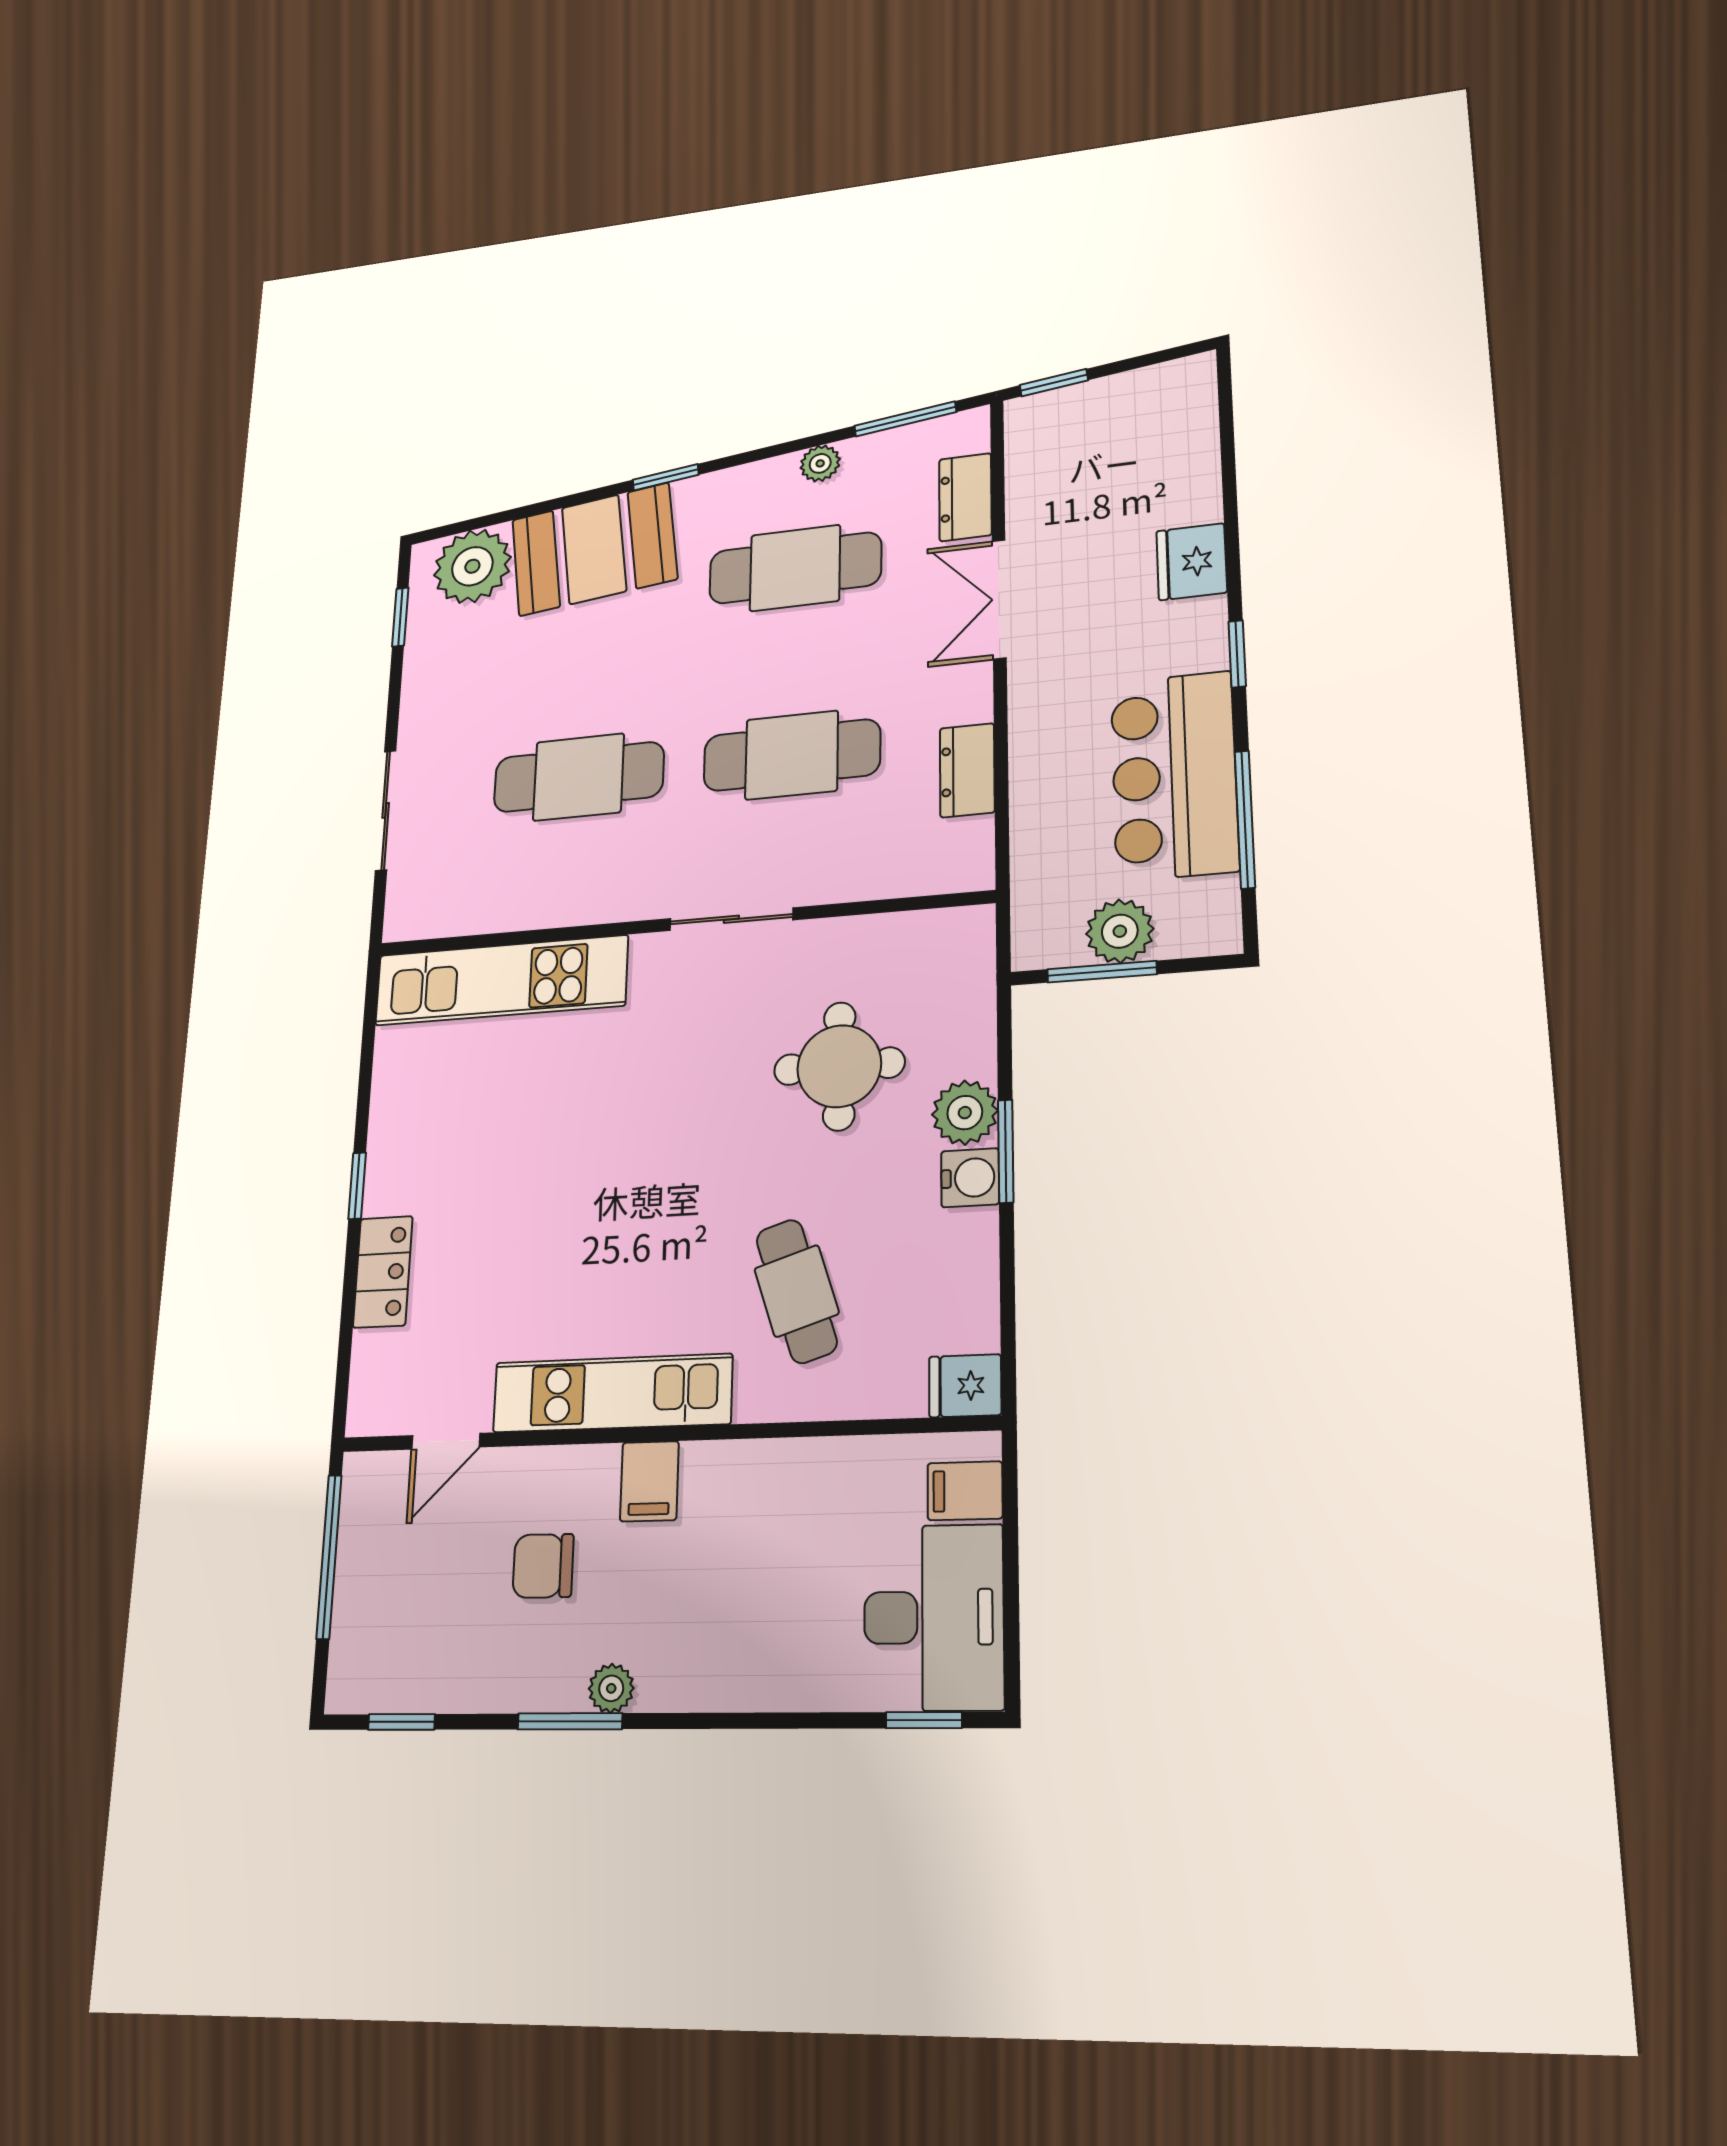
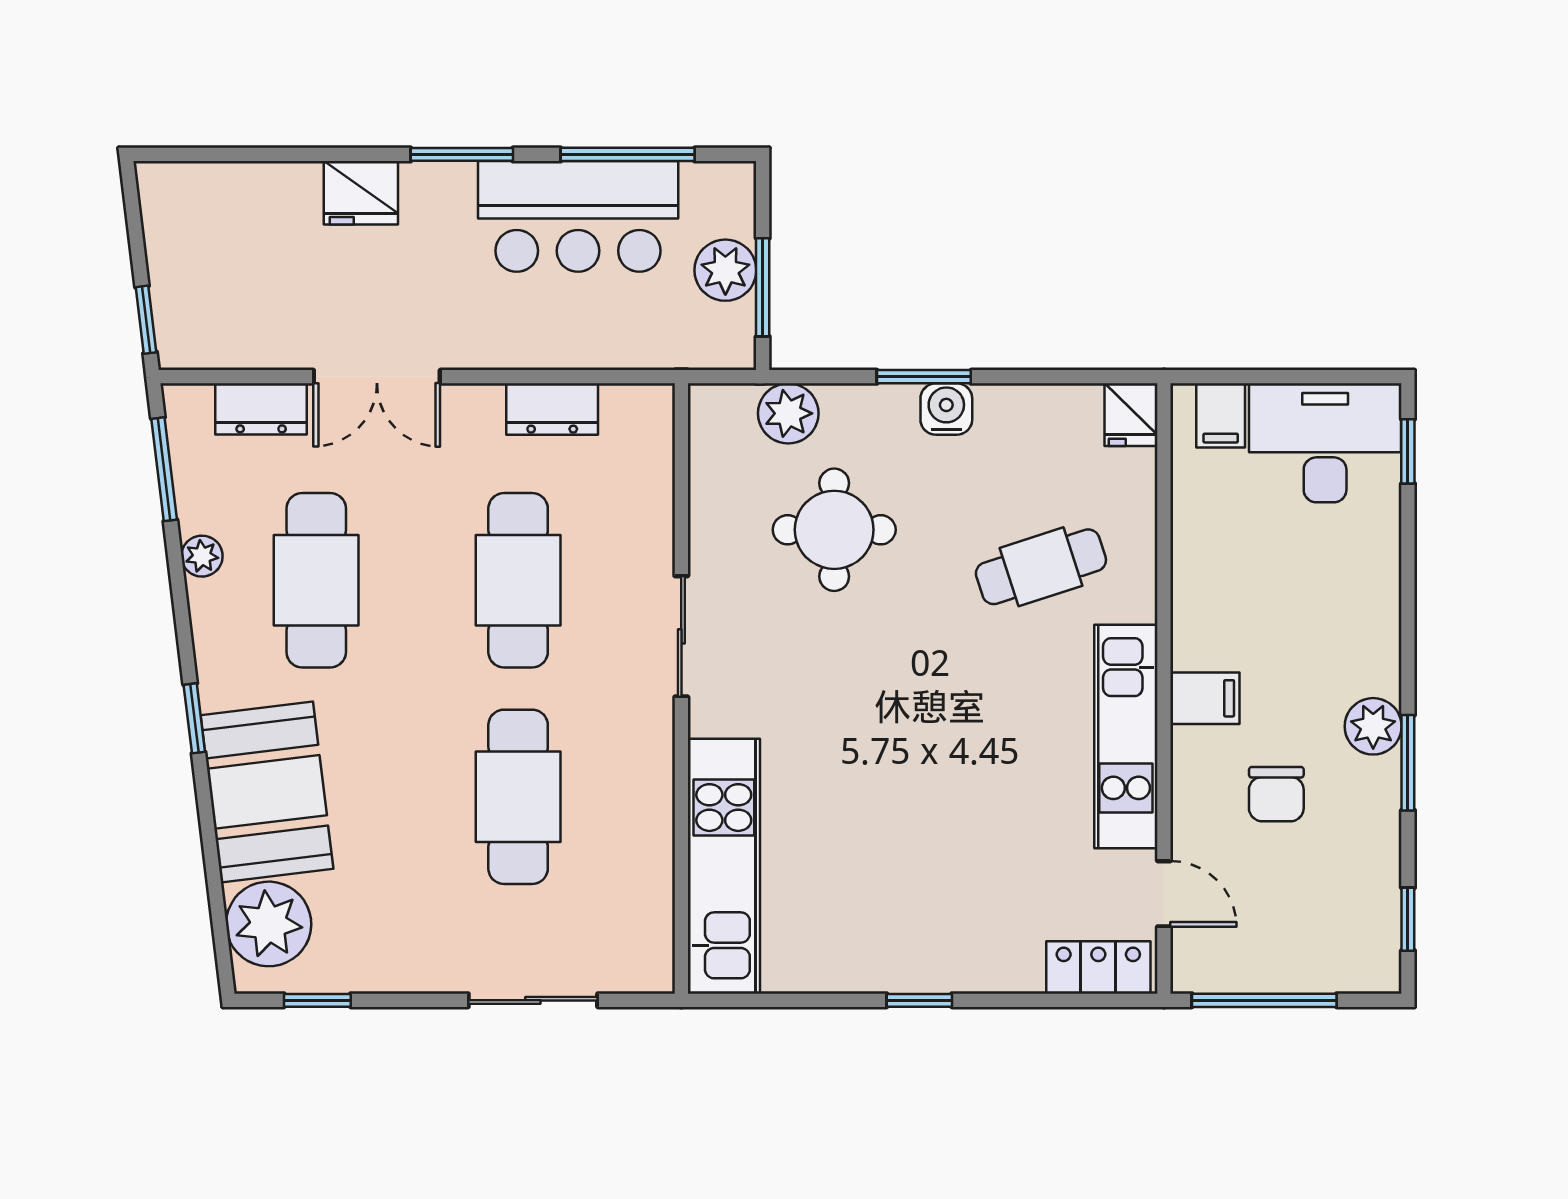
window: (1237, 654) -> (462, 154), width x1.50
plant: (965, 1113) -> (788, 413), moved
locker: (383, 1272) -> (1098, 968), moved
plant: (611, 1688) -> (1373, 726), width x1.38, depth x1.38

